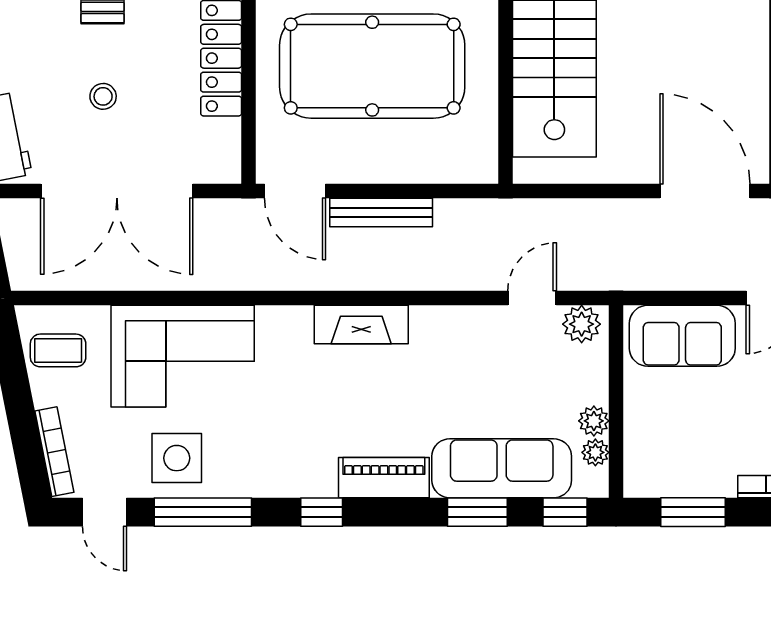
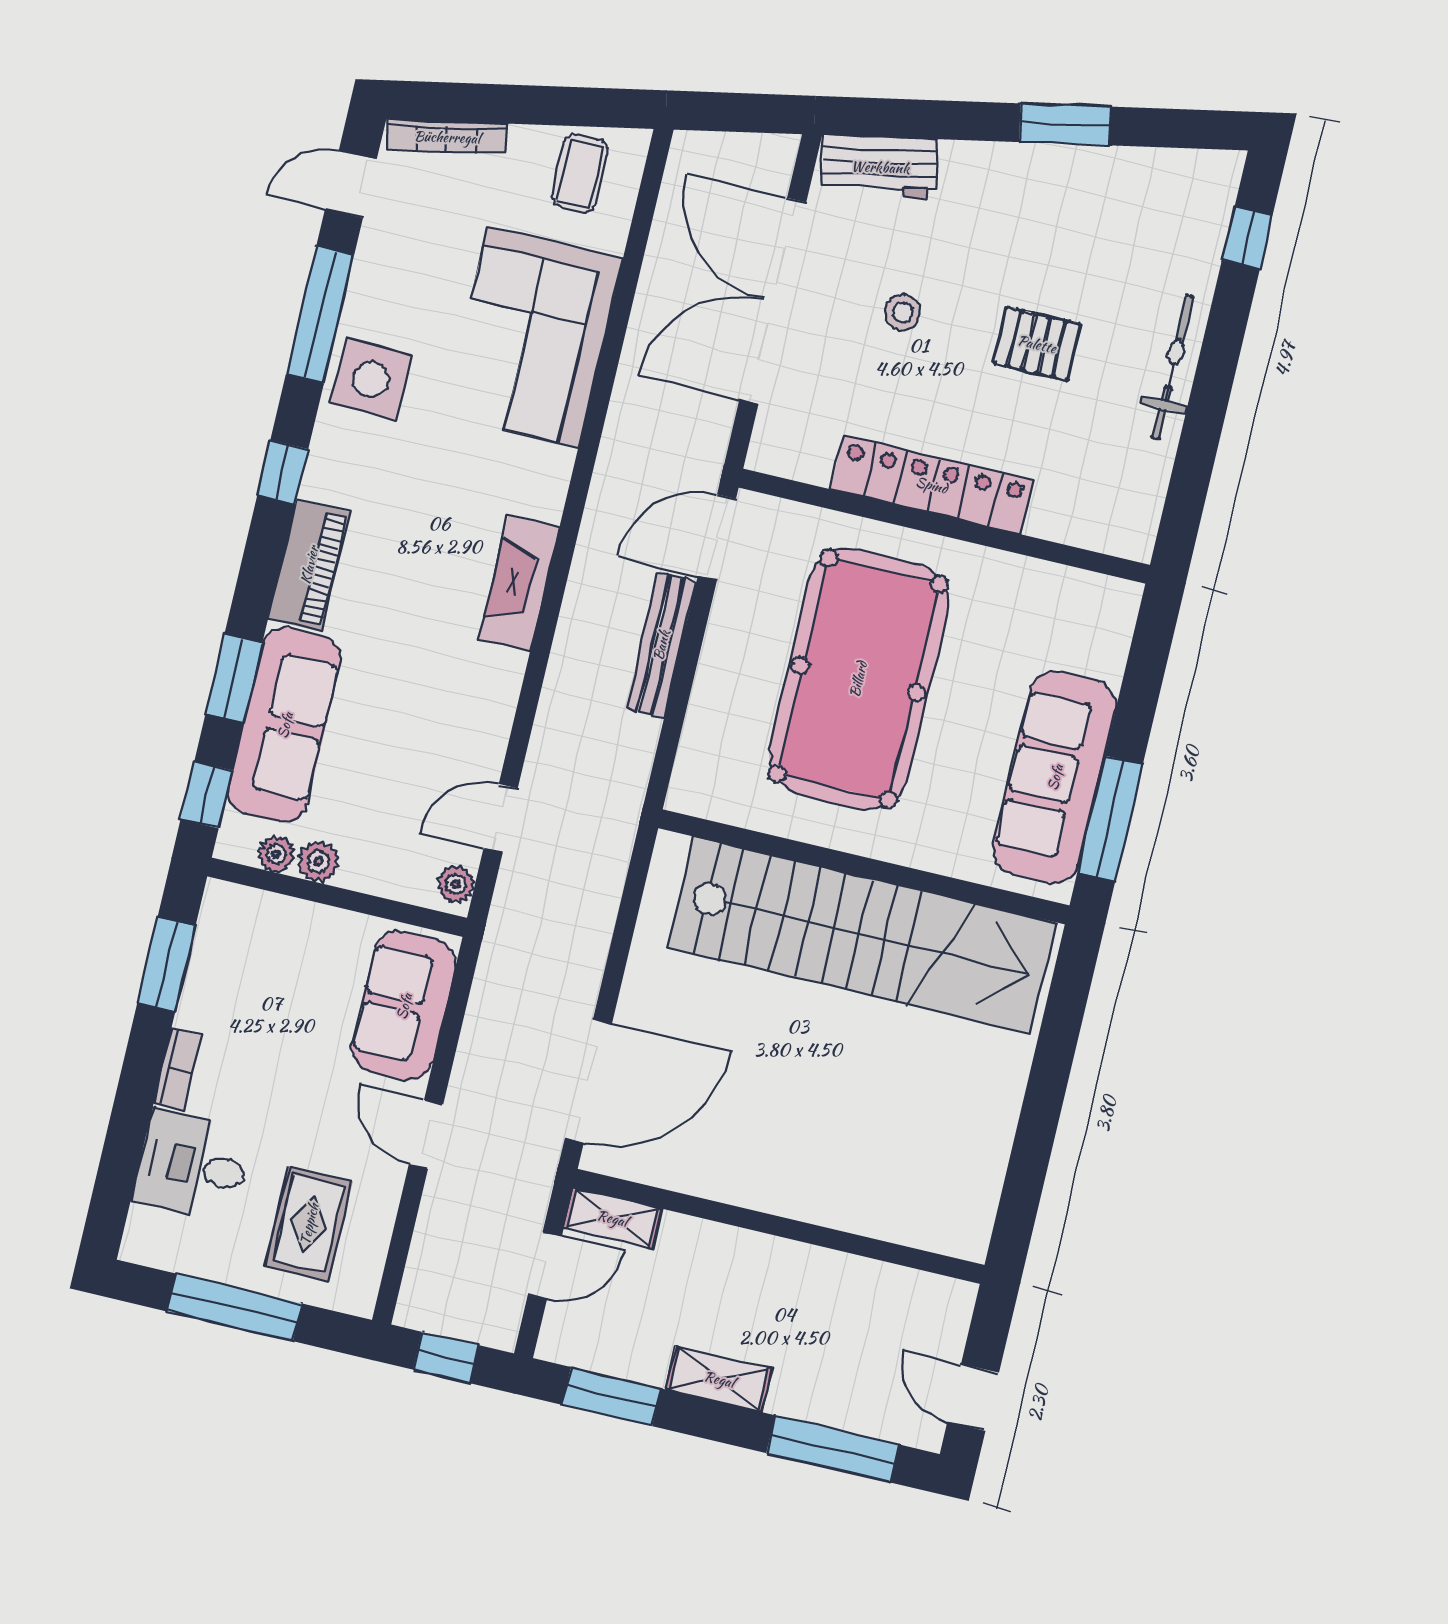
door: (532, 298) -> (501, 818), swing flipped
plant: (582, 324) -> (456, 884), width x0.73, depth x0.73
side table: (177, 458) -> (371, 379), moved

